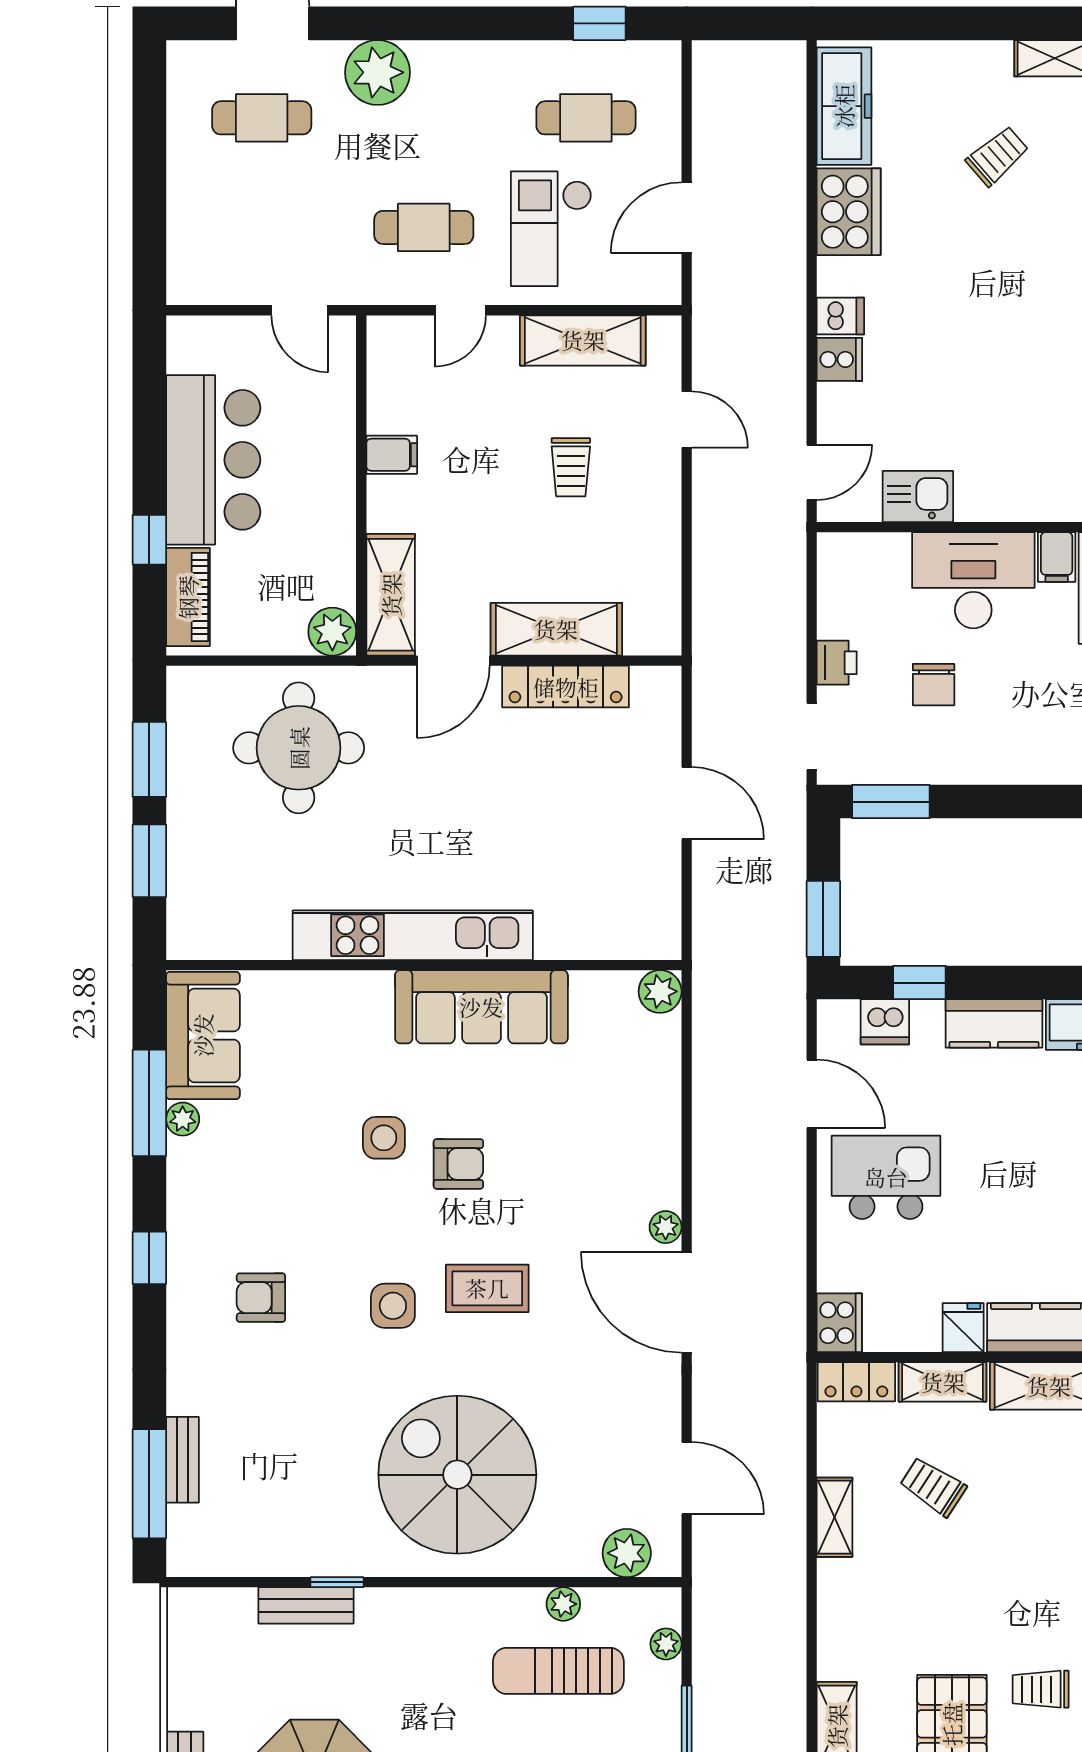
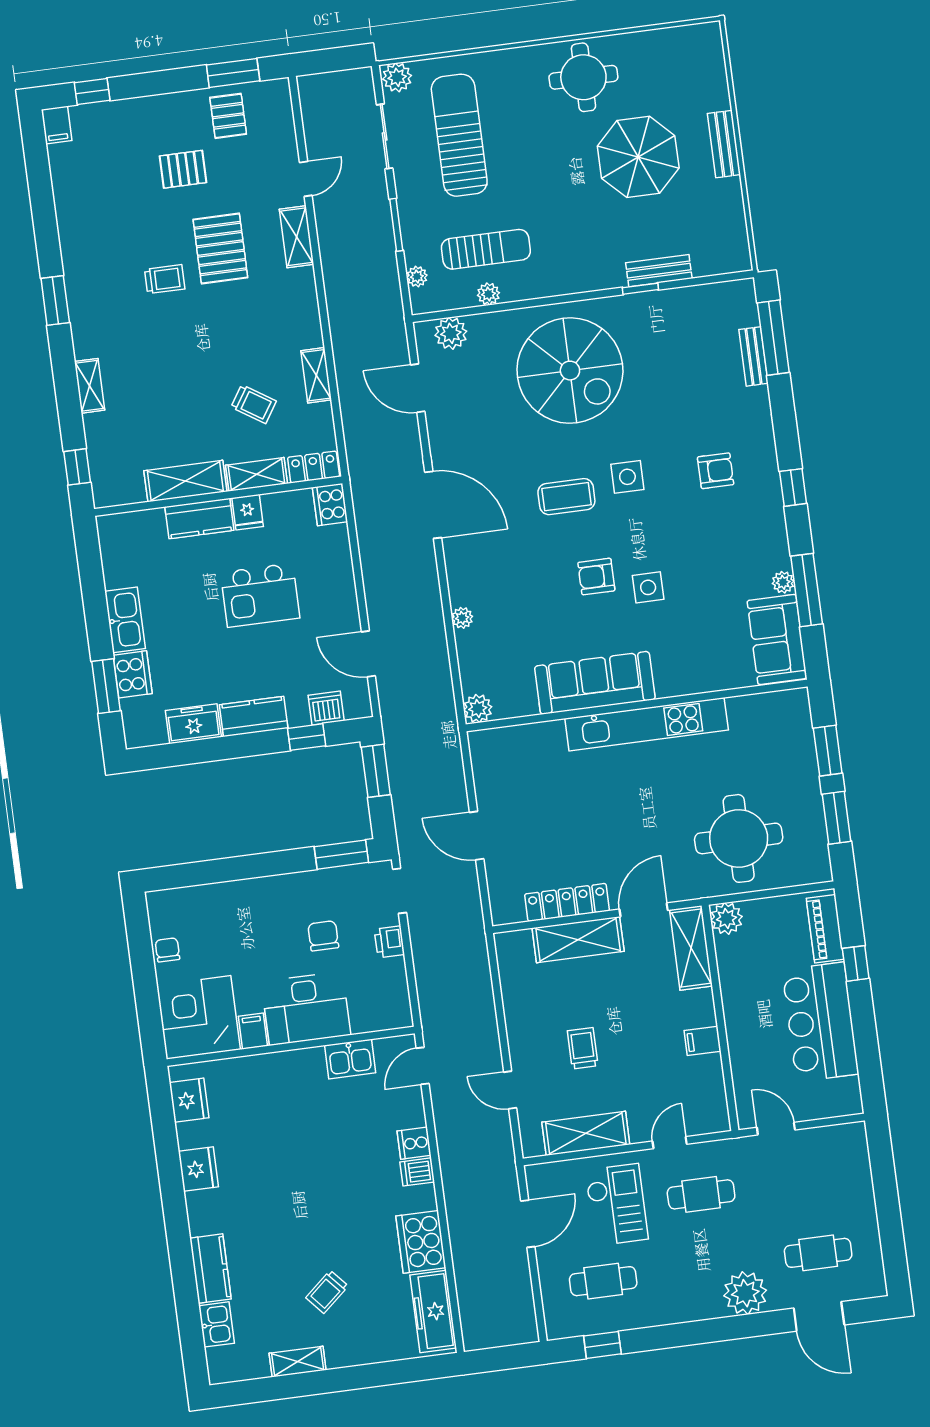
kitchen island: (886, 1177) -> (260, 595), moved
plant: (666, 1227) -> (462, 618), moved

